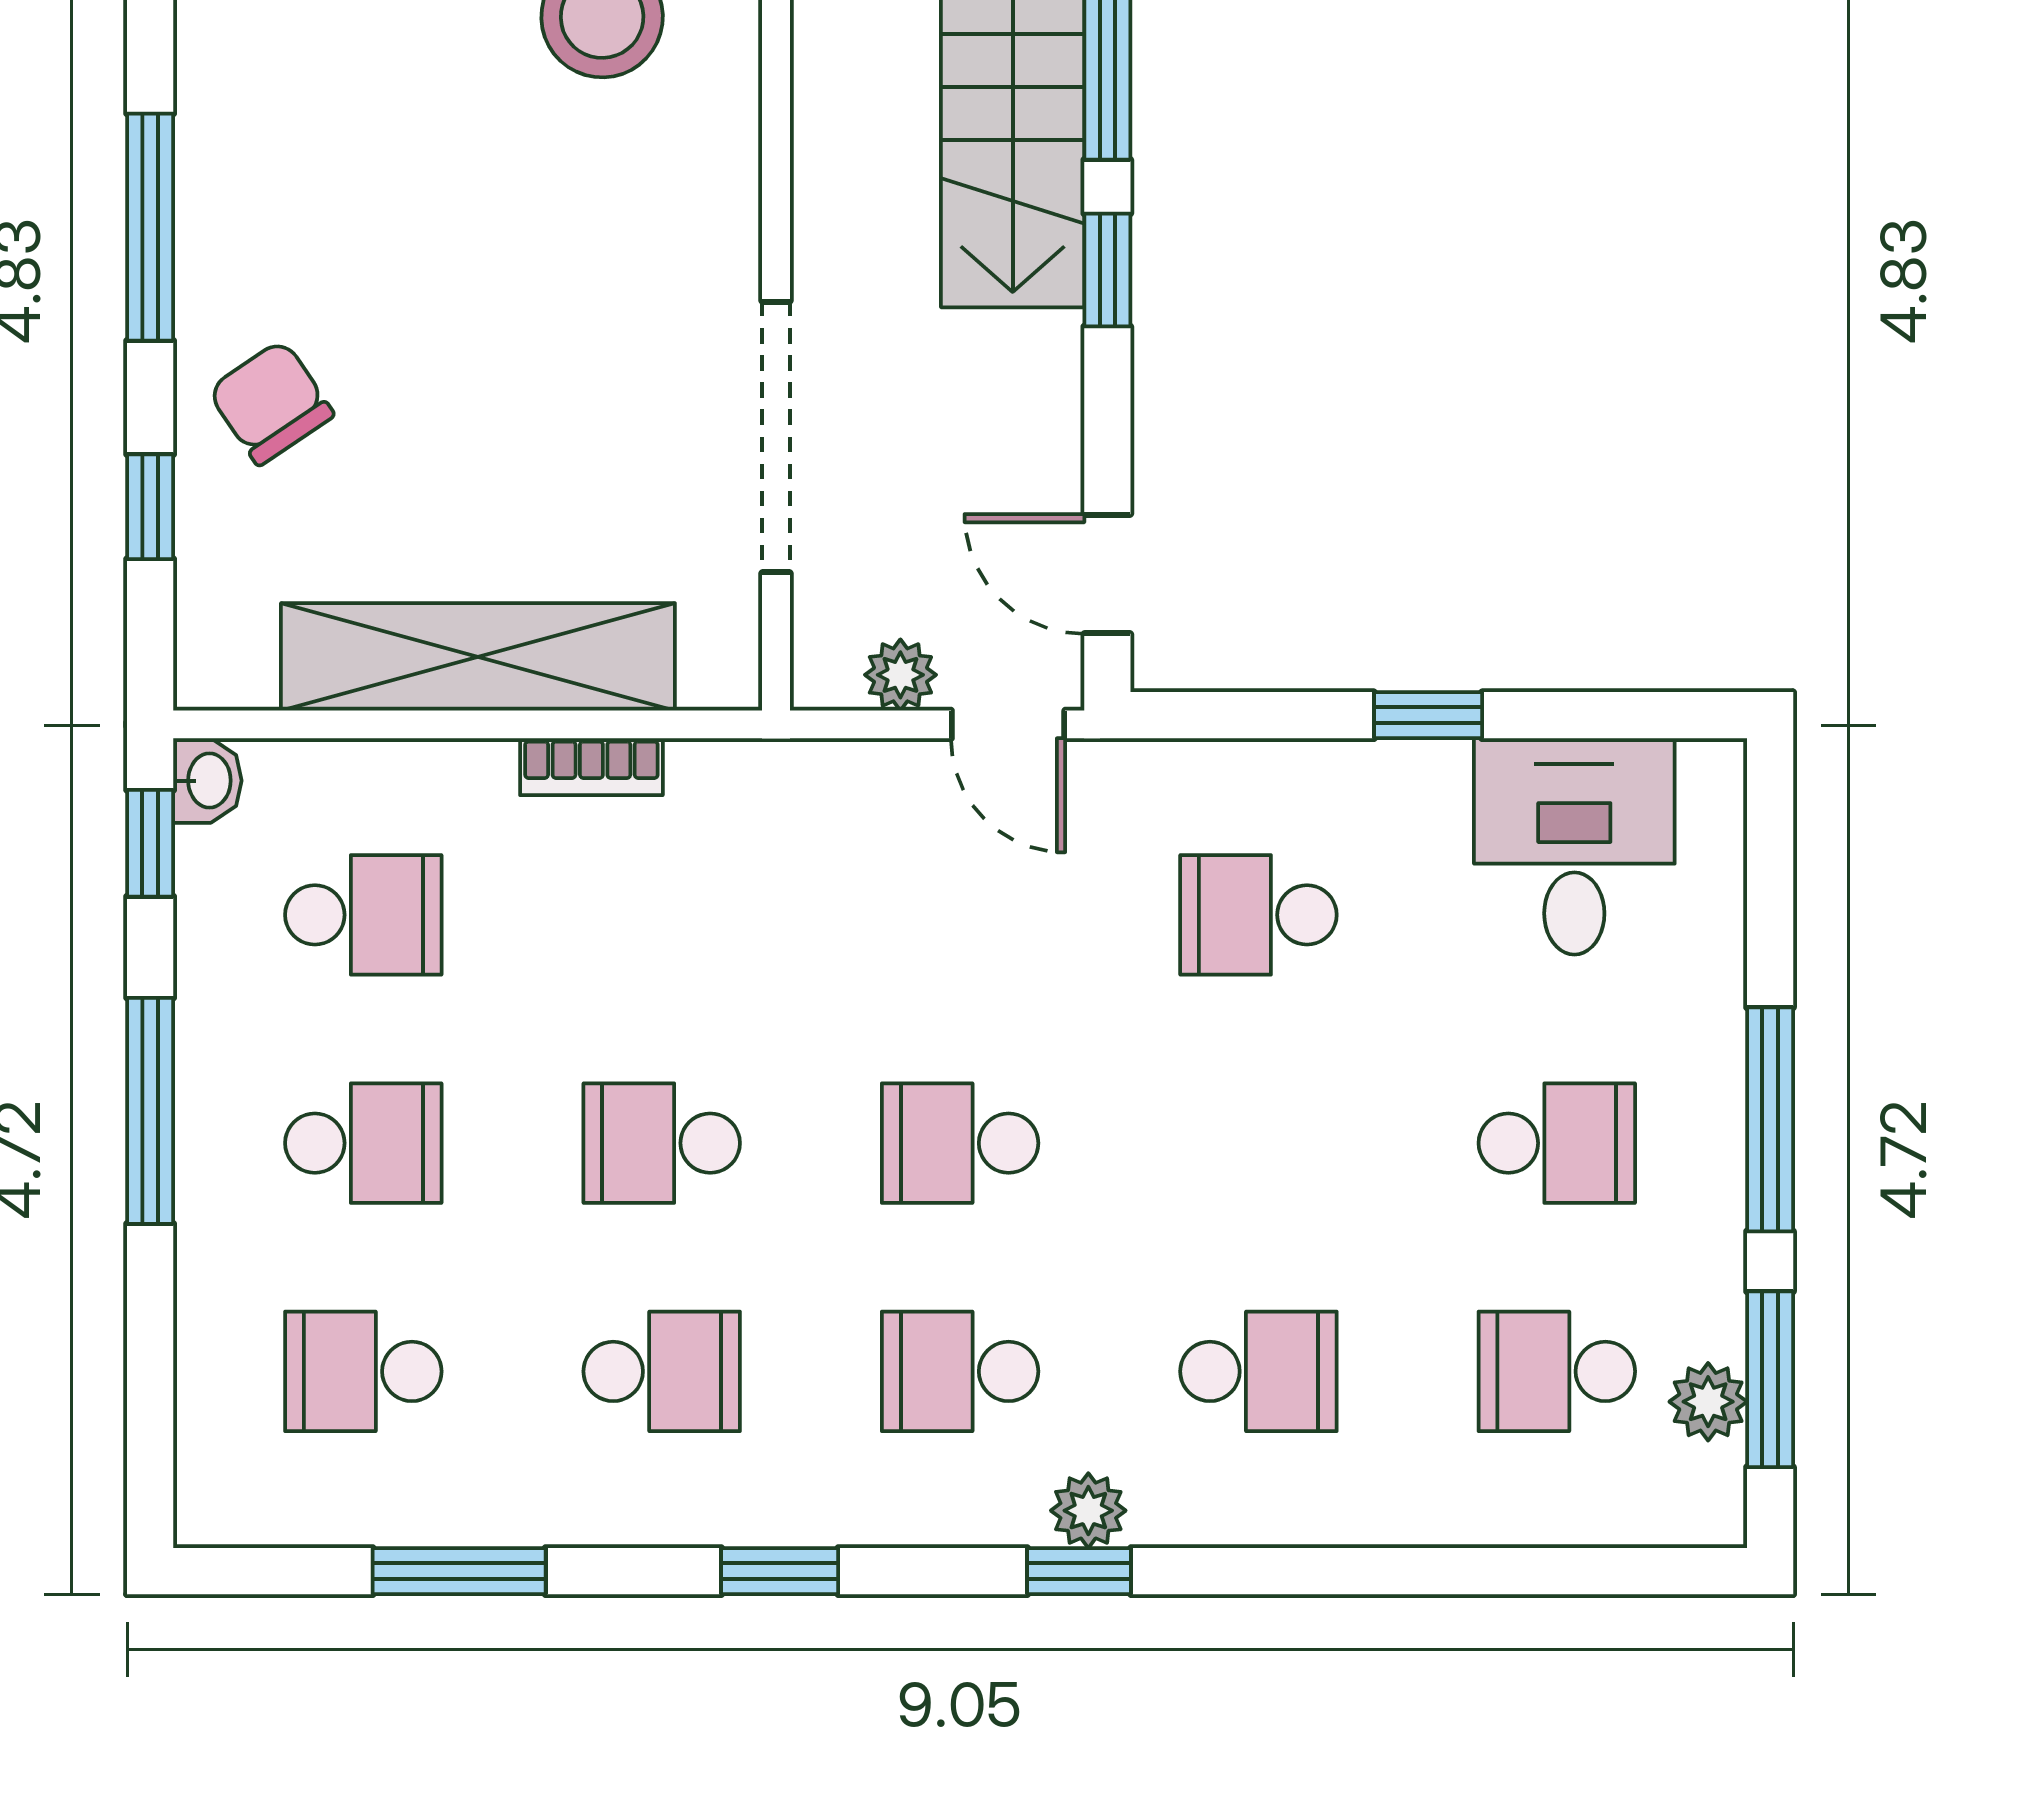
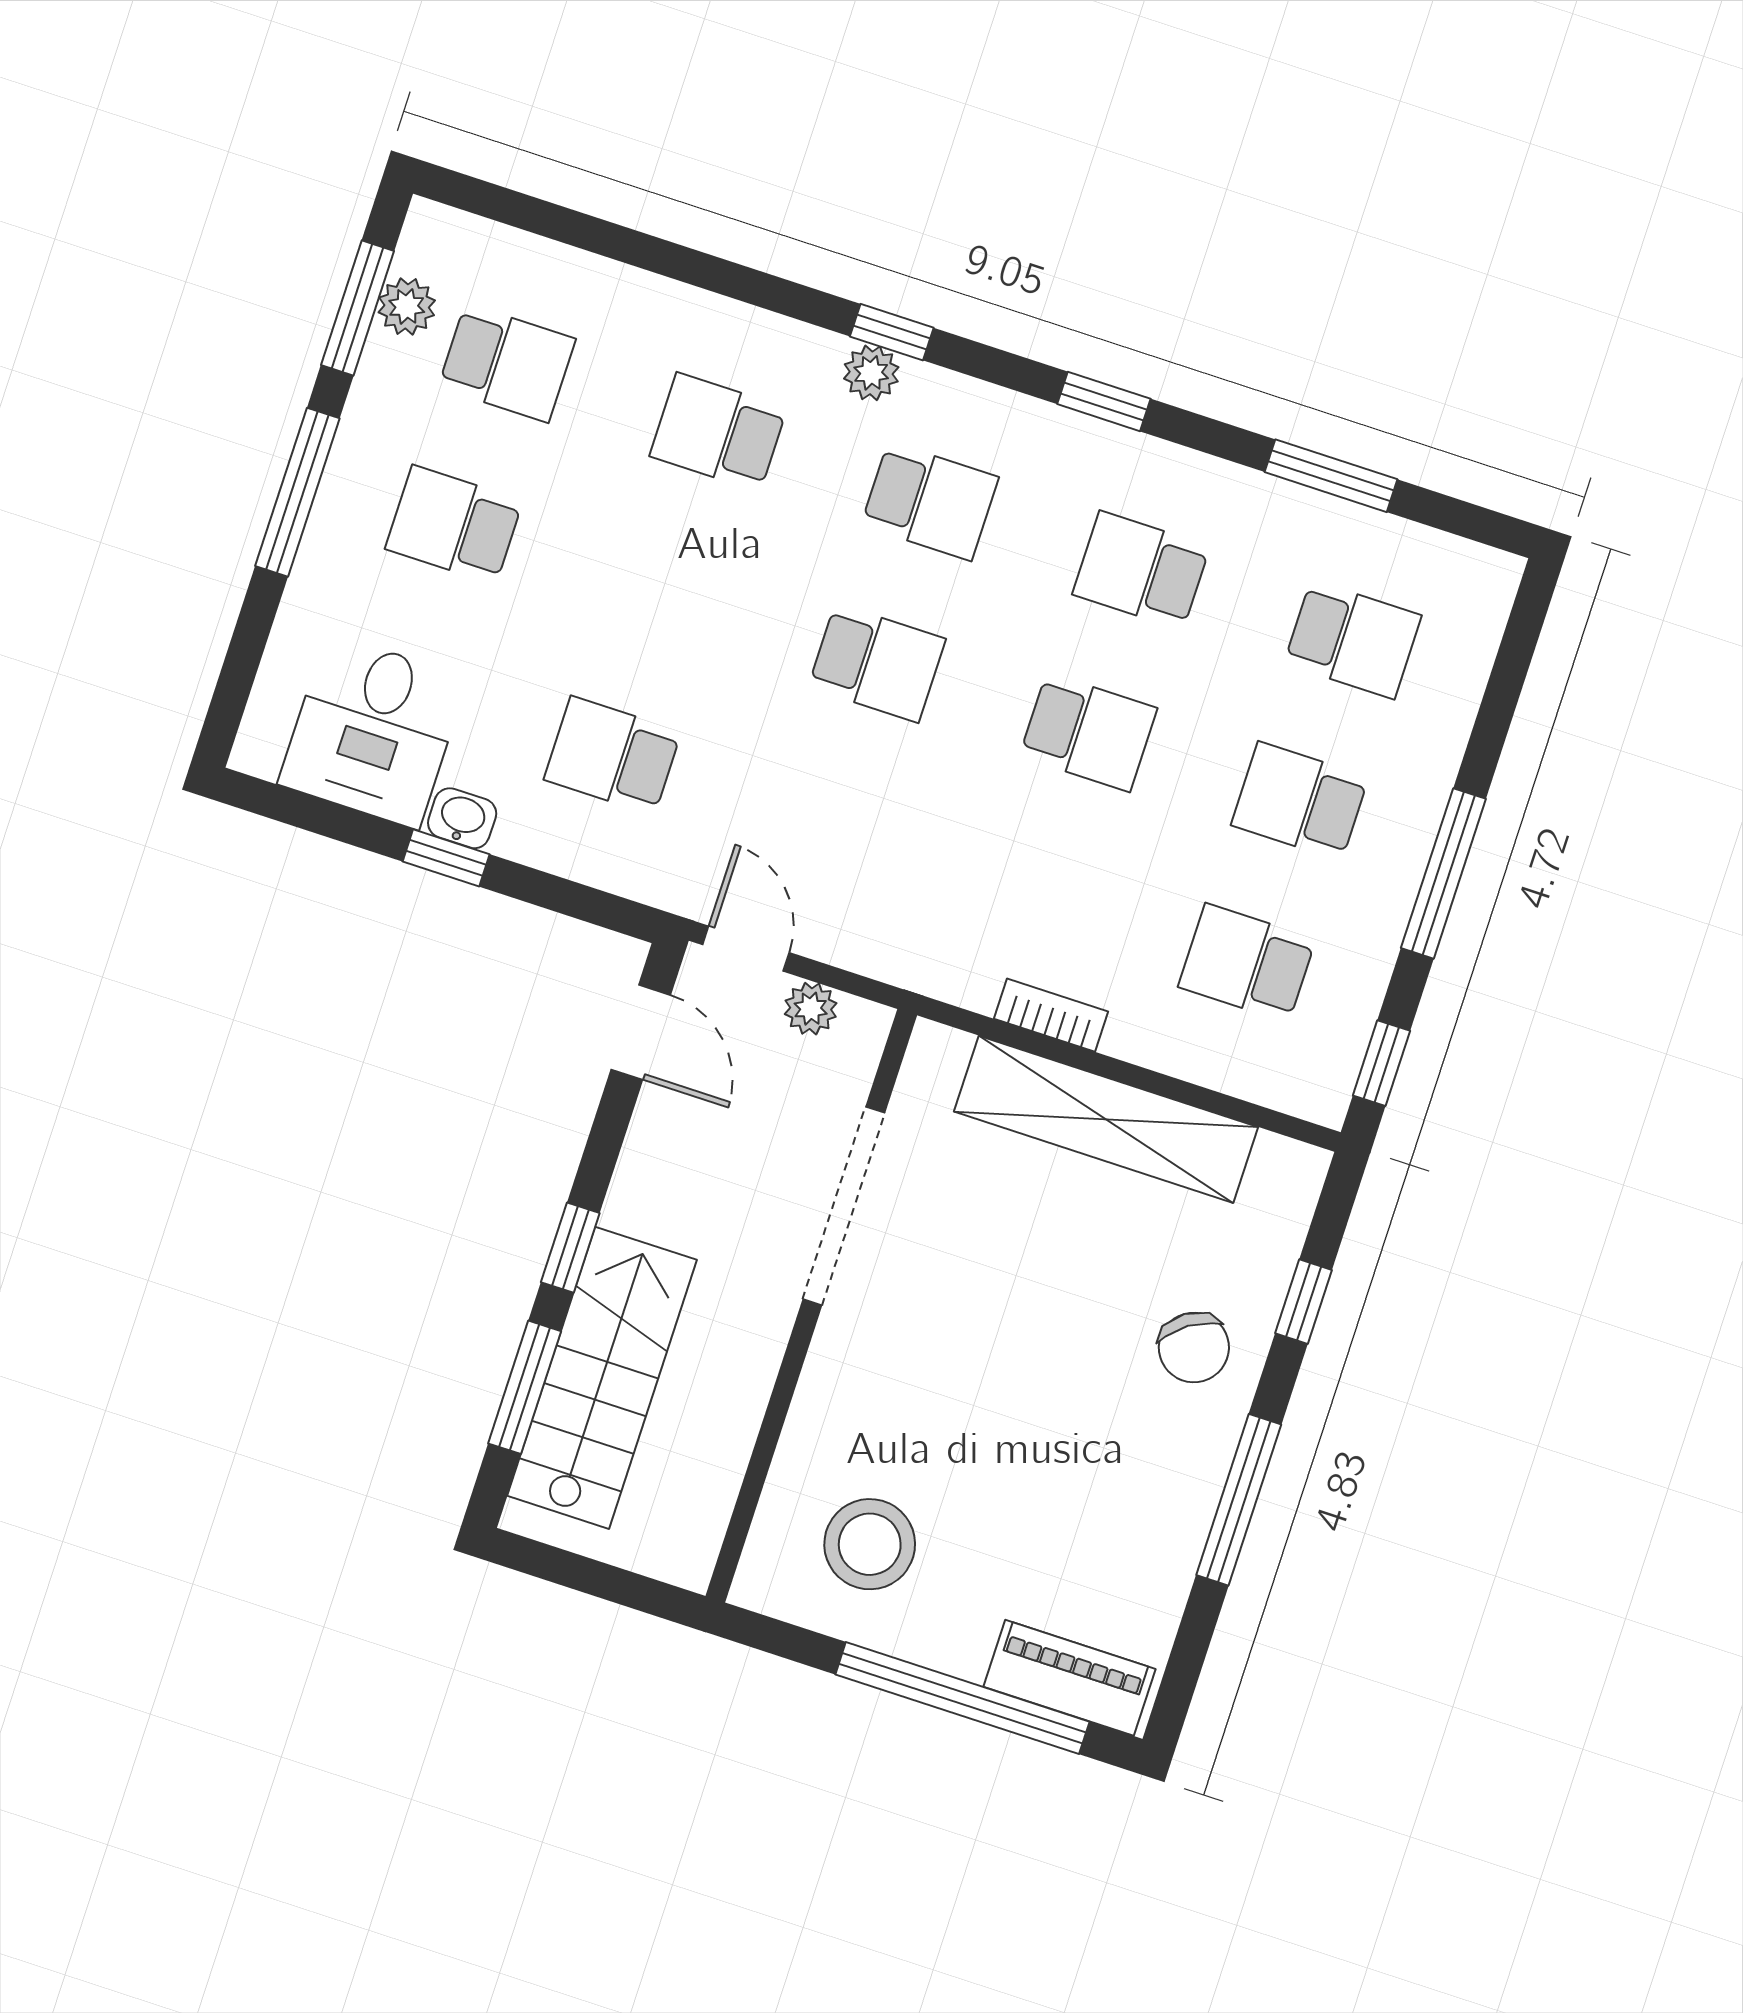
washbasin: (207, 781) -> (462, 818), moved, turned 90
school desk: (1258, 915) -> (613, 756), turned 180

